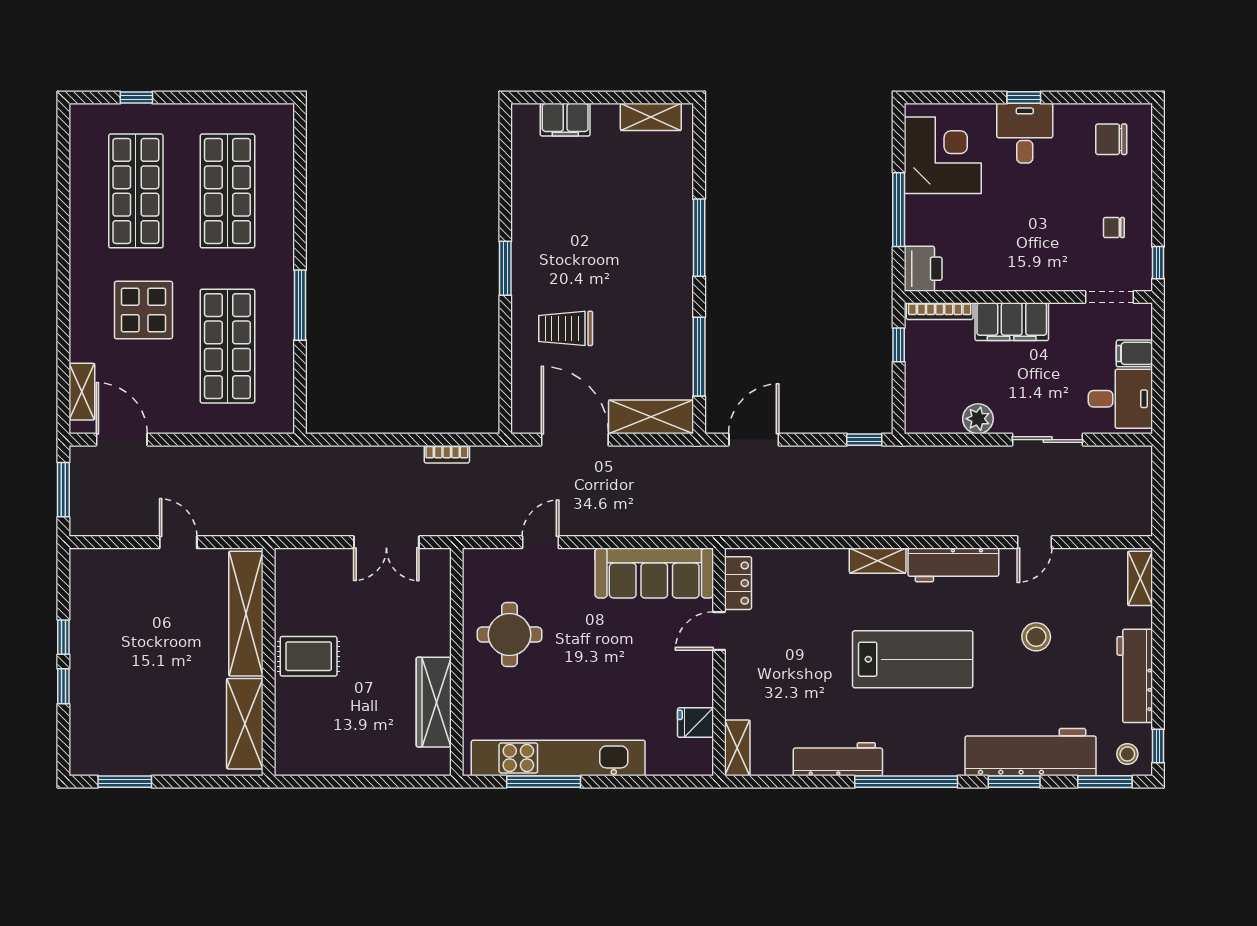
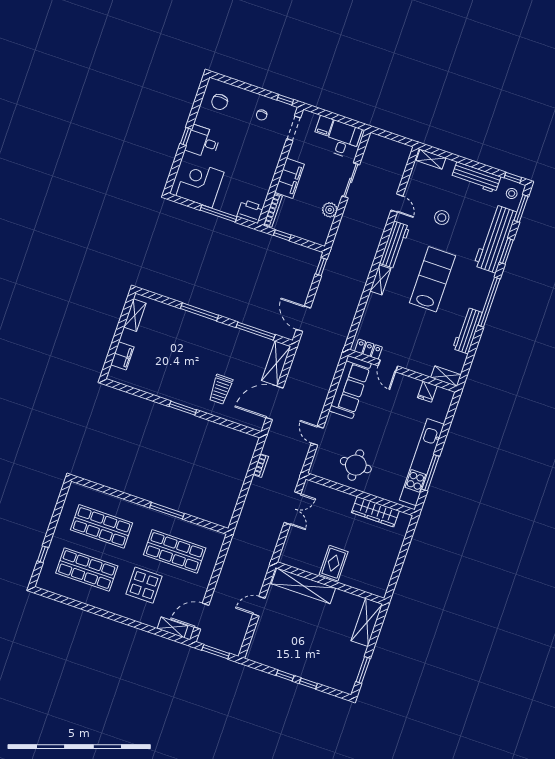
shelving: (245, 724) -> (367, 622), moved, turned 90

